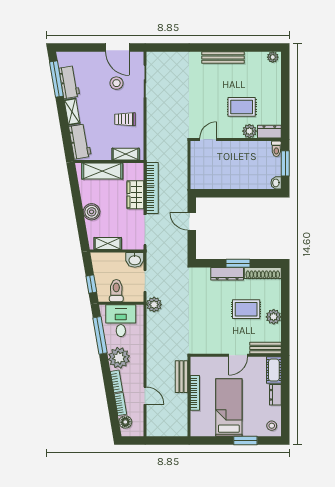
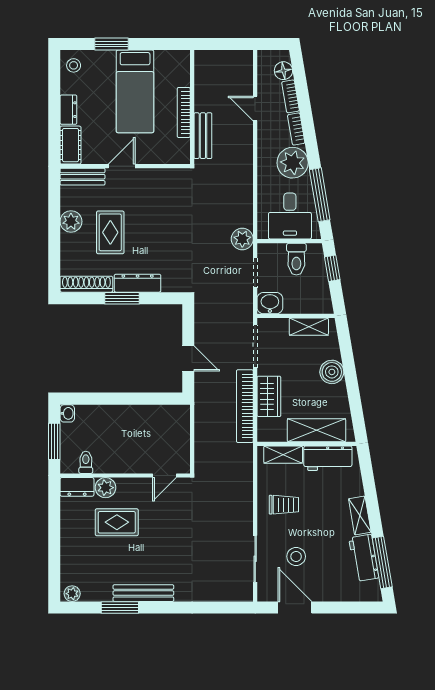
window: (239, 48) -> (120, 607), added
workbench: (80, 141) -> (328, 458), moved, turned -80
toilet: (276, 149) -> (86, 462), moved
rug: (246, 309) -> (110, 232), turned 90

